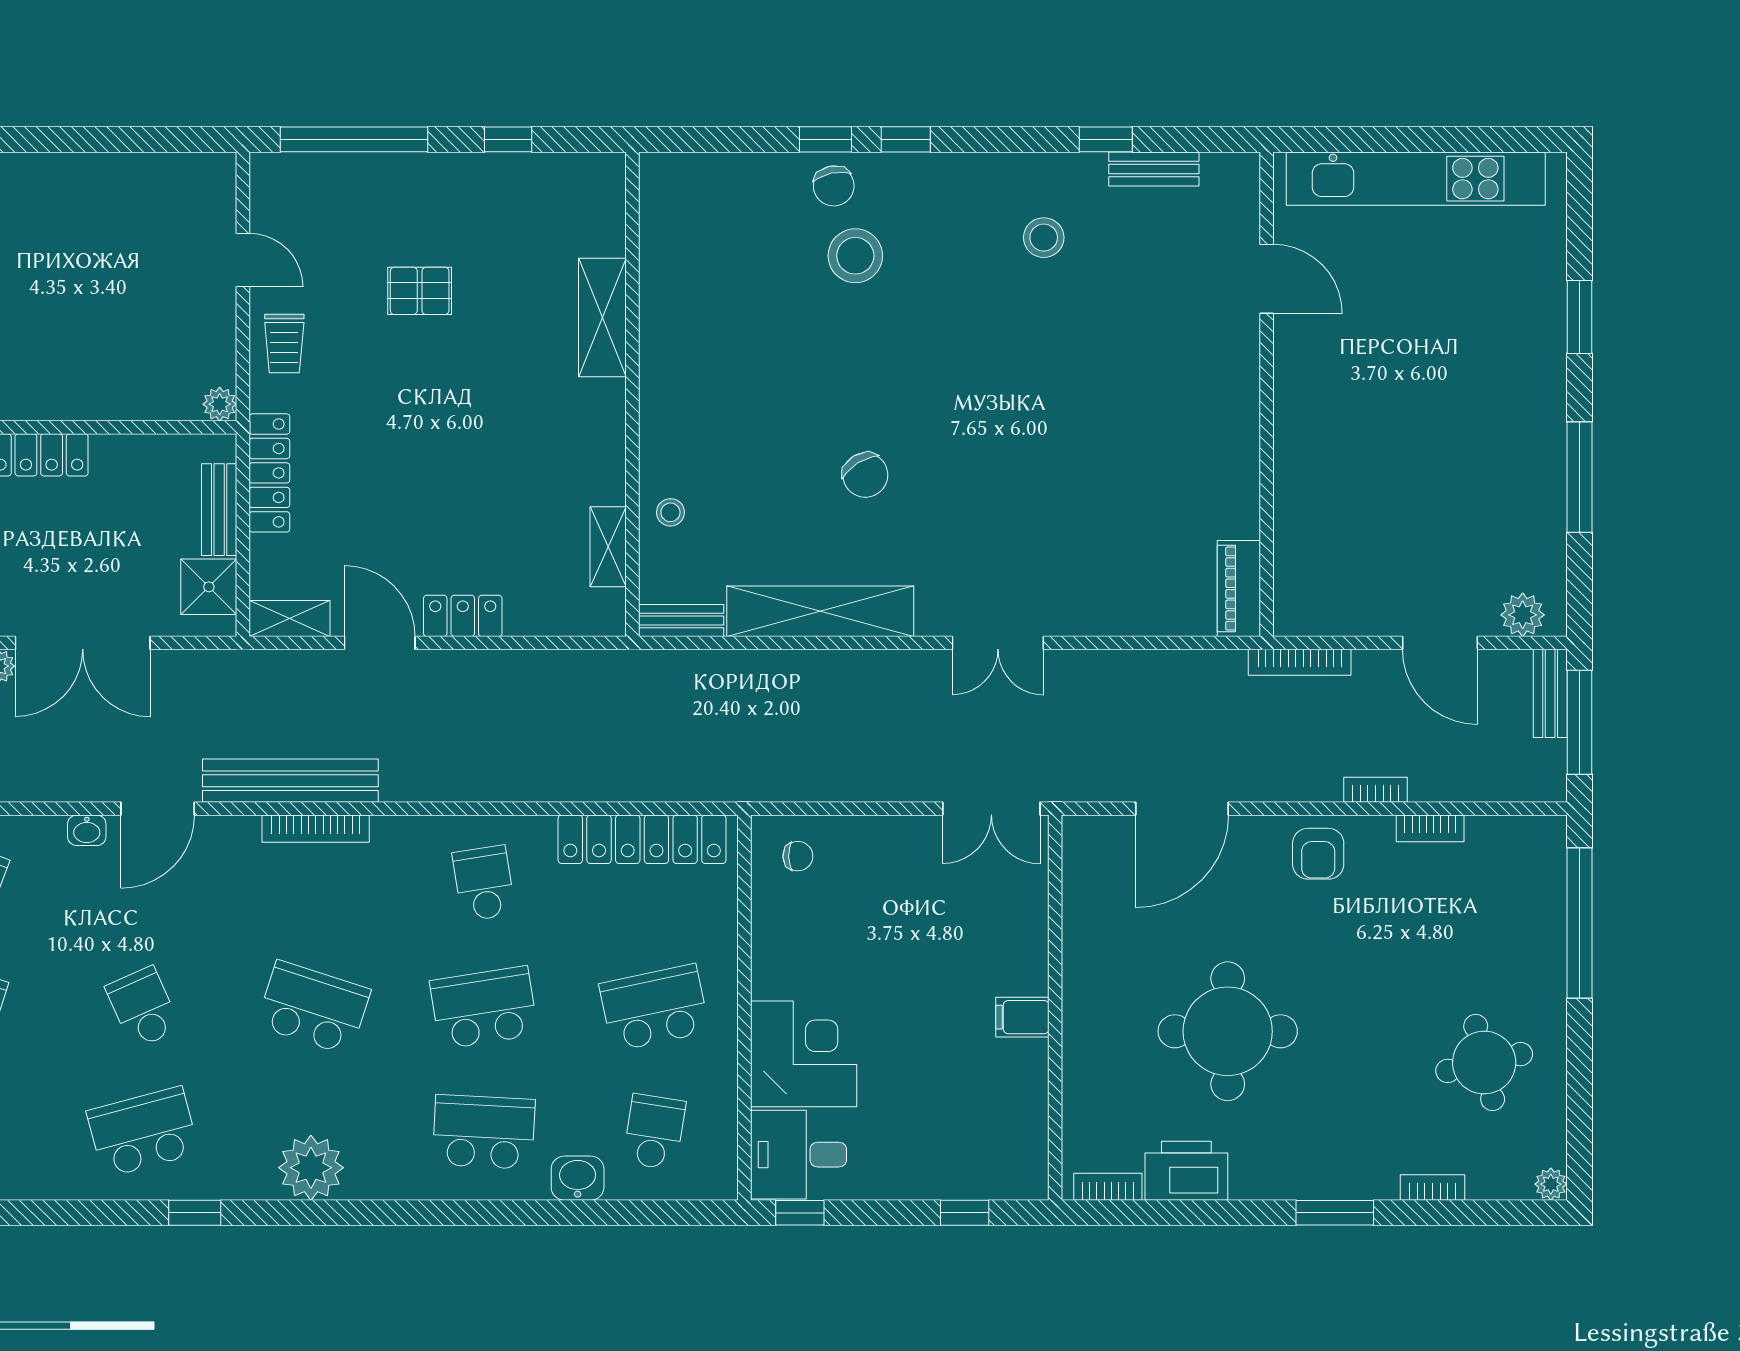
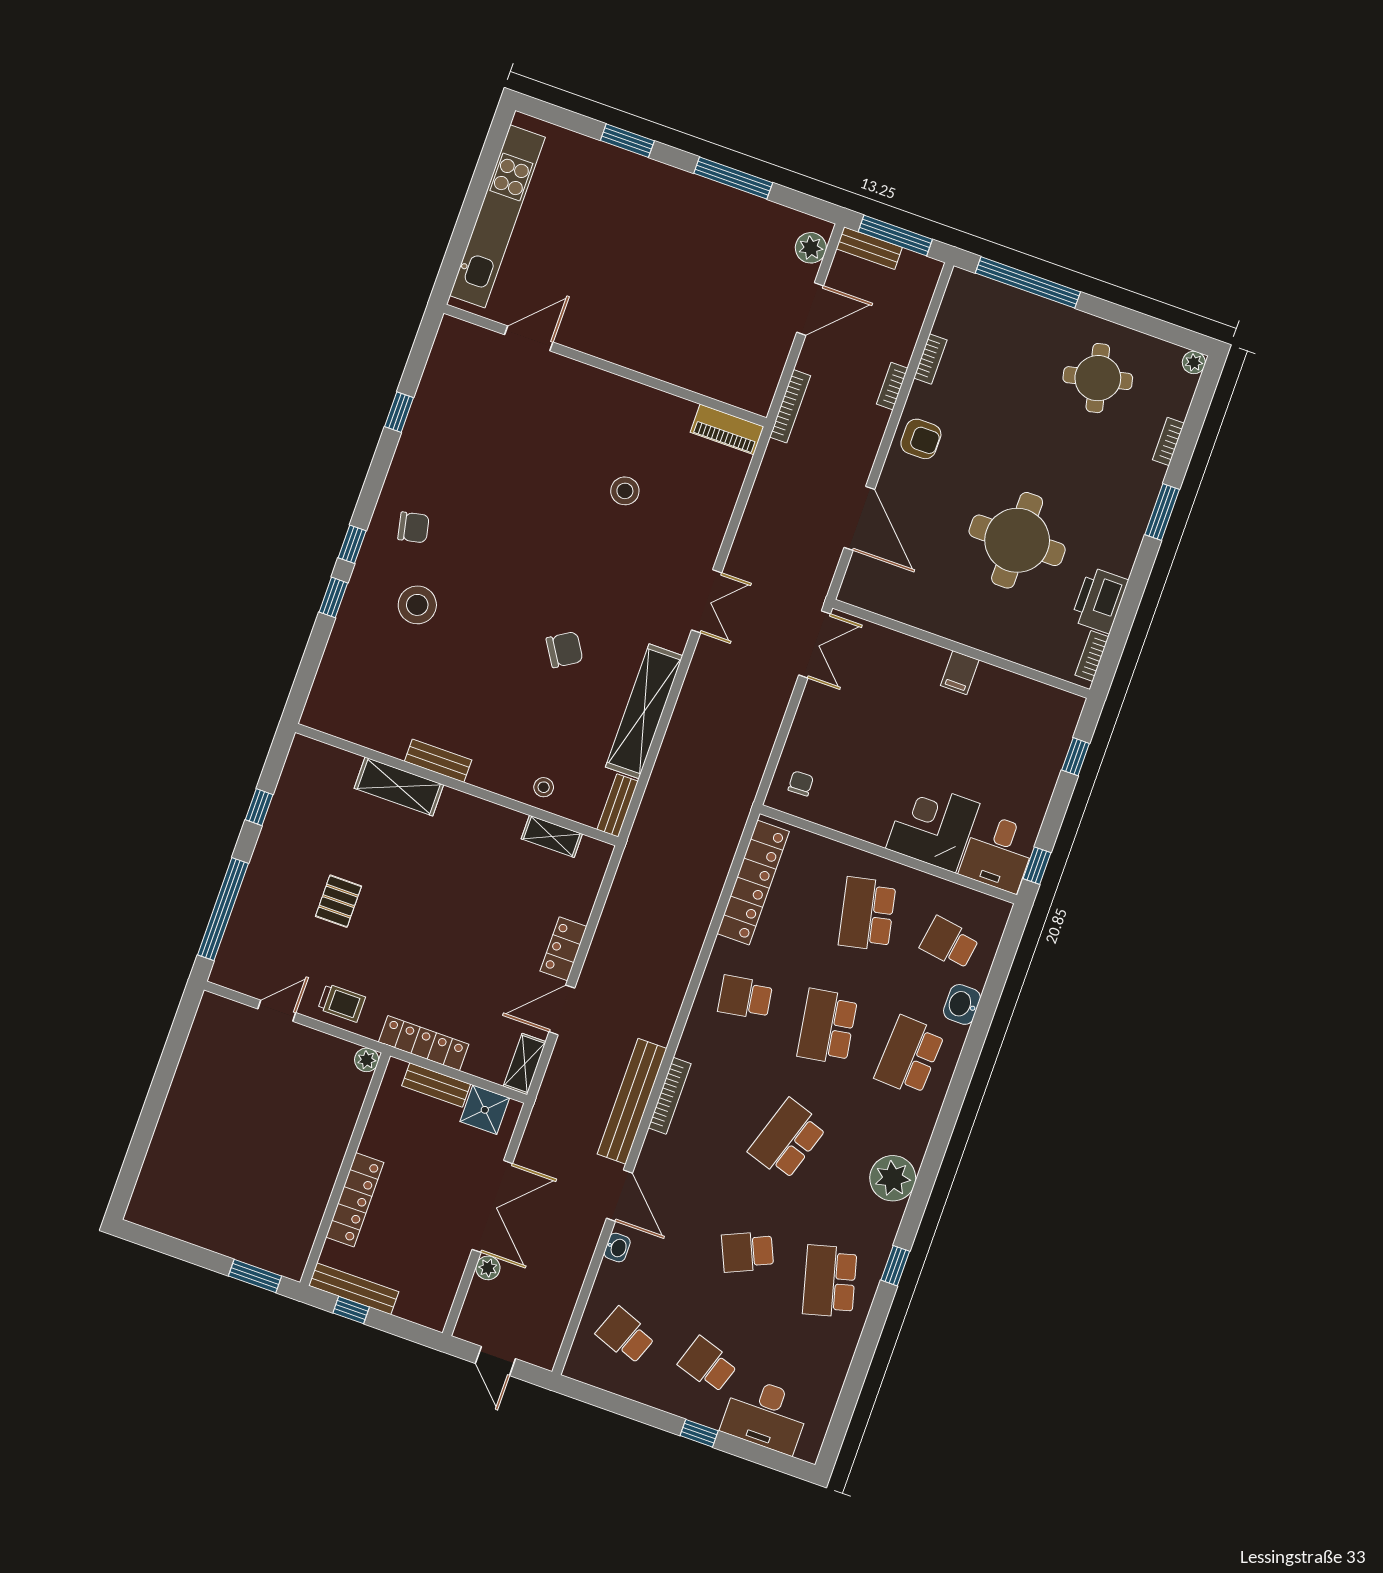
bench: (1154, 169) -> (438, 761), moved, turned 90
chair: (834, 186) -> (413, 527), moved
stool: (1044, 238) -> (625, 491), moved

